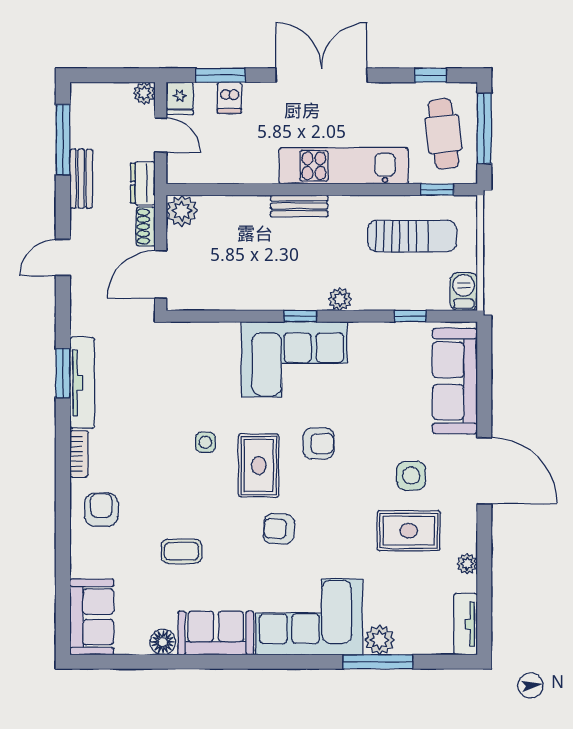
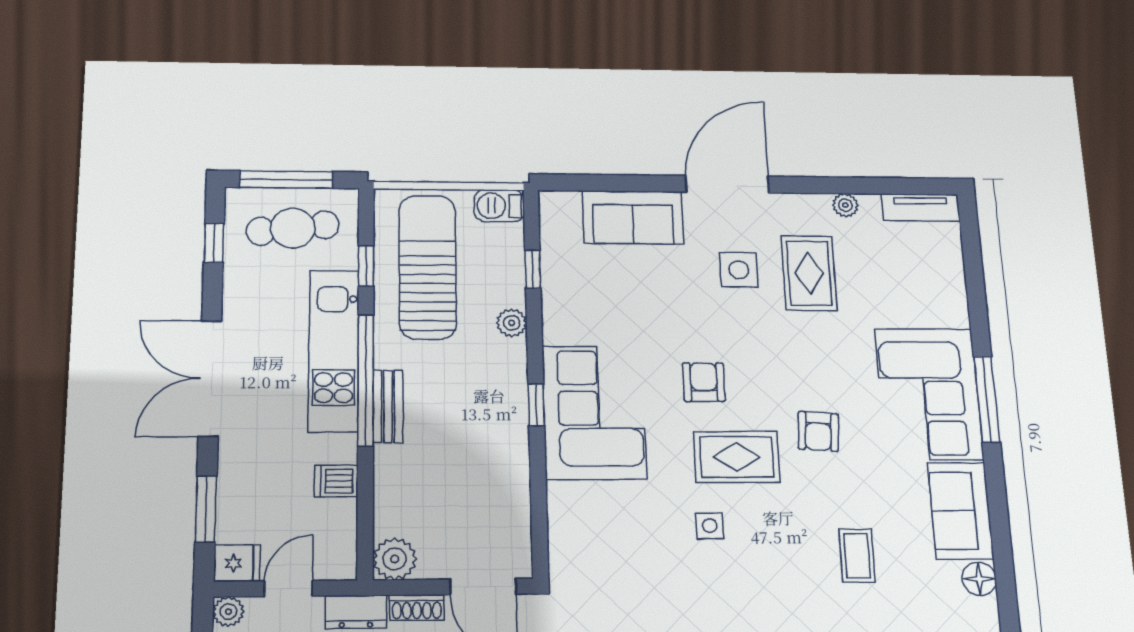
dishwasher: (229, 98) -> (336, 481), moved, turned 180
window: (320, 189) -> (366, 380), added
window: (437, 189) -> (366, 266), moved
sun lounger: (412, 236) -> (428, 267), width x1.36, depth x1.34
plant: (340, 299) -> (512, 323), moved
sofa: (455, 381) -> (633, 217), width x0.73
plant: (380, 640) -> (950, 309), removed
window: (378, 662) -> (987, 399), moved

